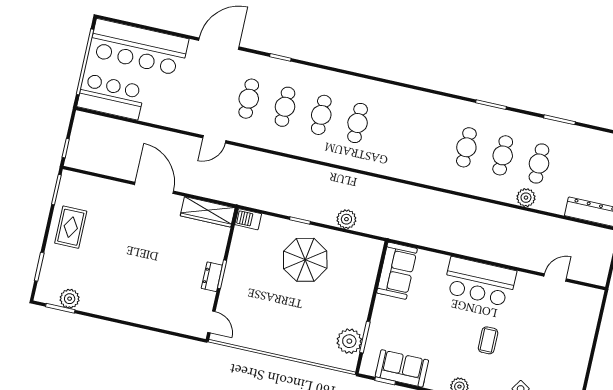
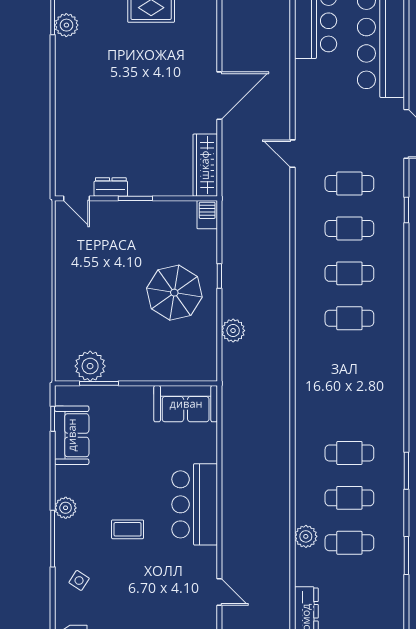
dresser: (212, 277) -> (111, 187), moved
door: (211, 322) -> (76, 198), hinge flipped

